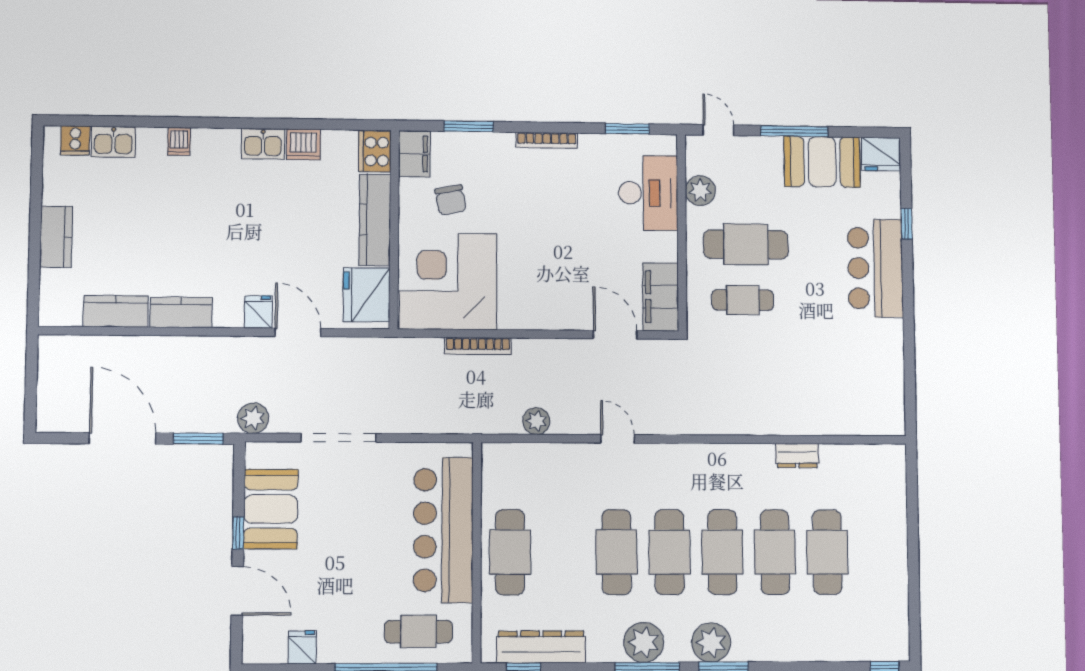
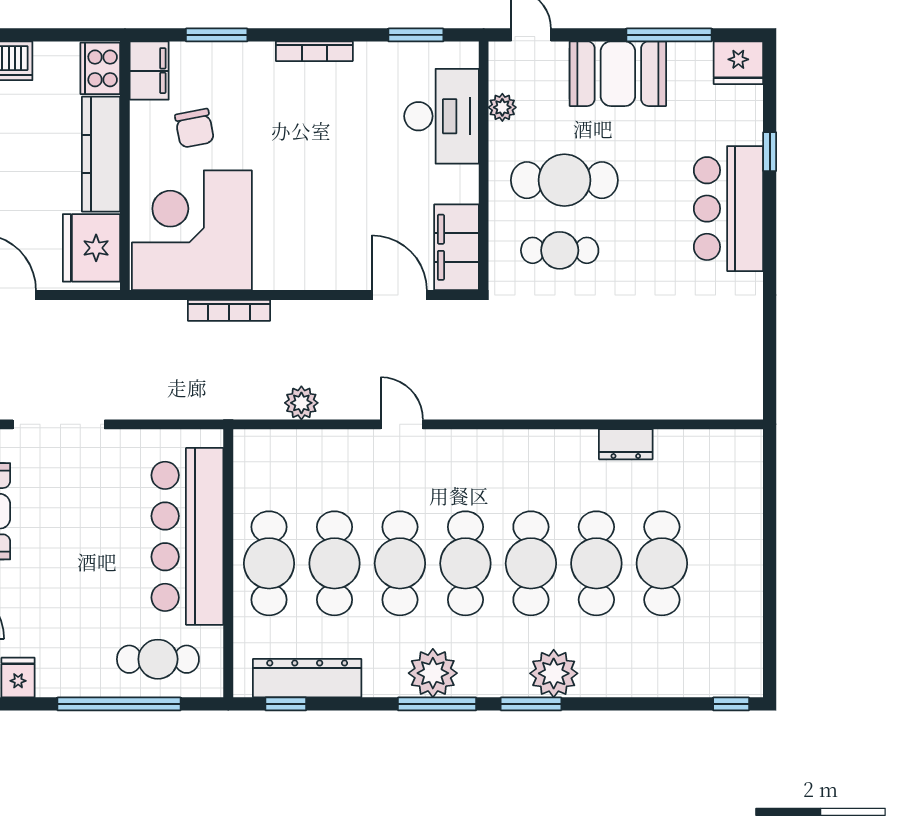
window: (794, 131) -> (669, 35), moved
booth: (822, 162) -> (618, 74), moved
plant: (700, 191) -> (502, 107), width x0.73, depth x0.73
cafe table: (563, 552) -> (334, 563), added
plant: (711, 642) -> (554, 673), moved

